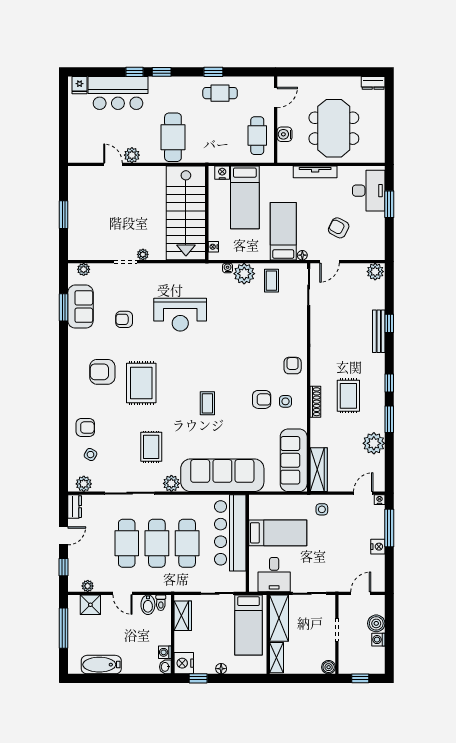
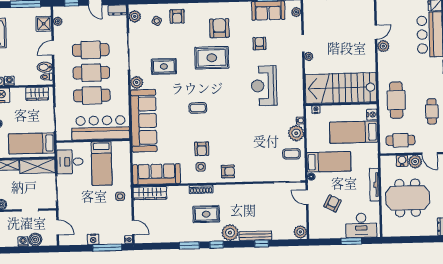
plant: (286, 117) -> (415, 162), added
cafe table: (173, 137) -> (396, 100), moved, turned 90
plant: (374, 443) -> (230, 233), moved

